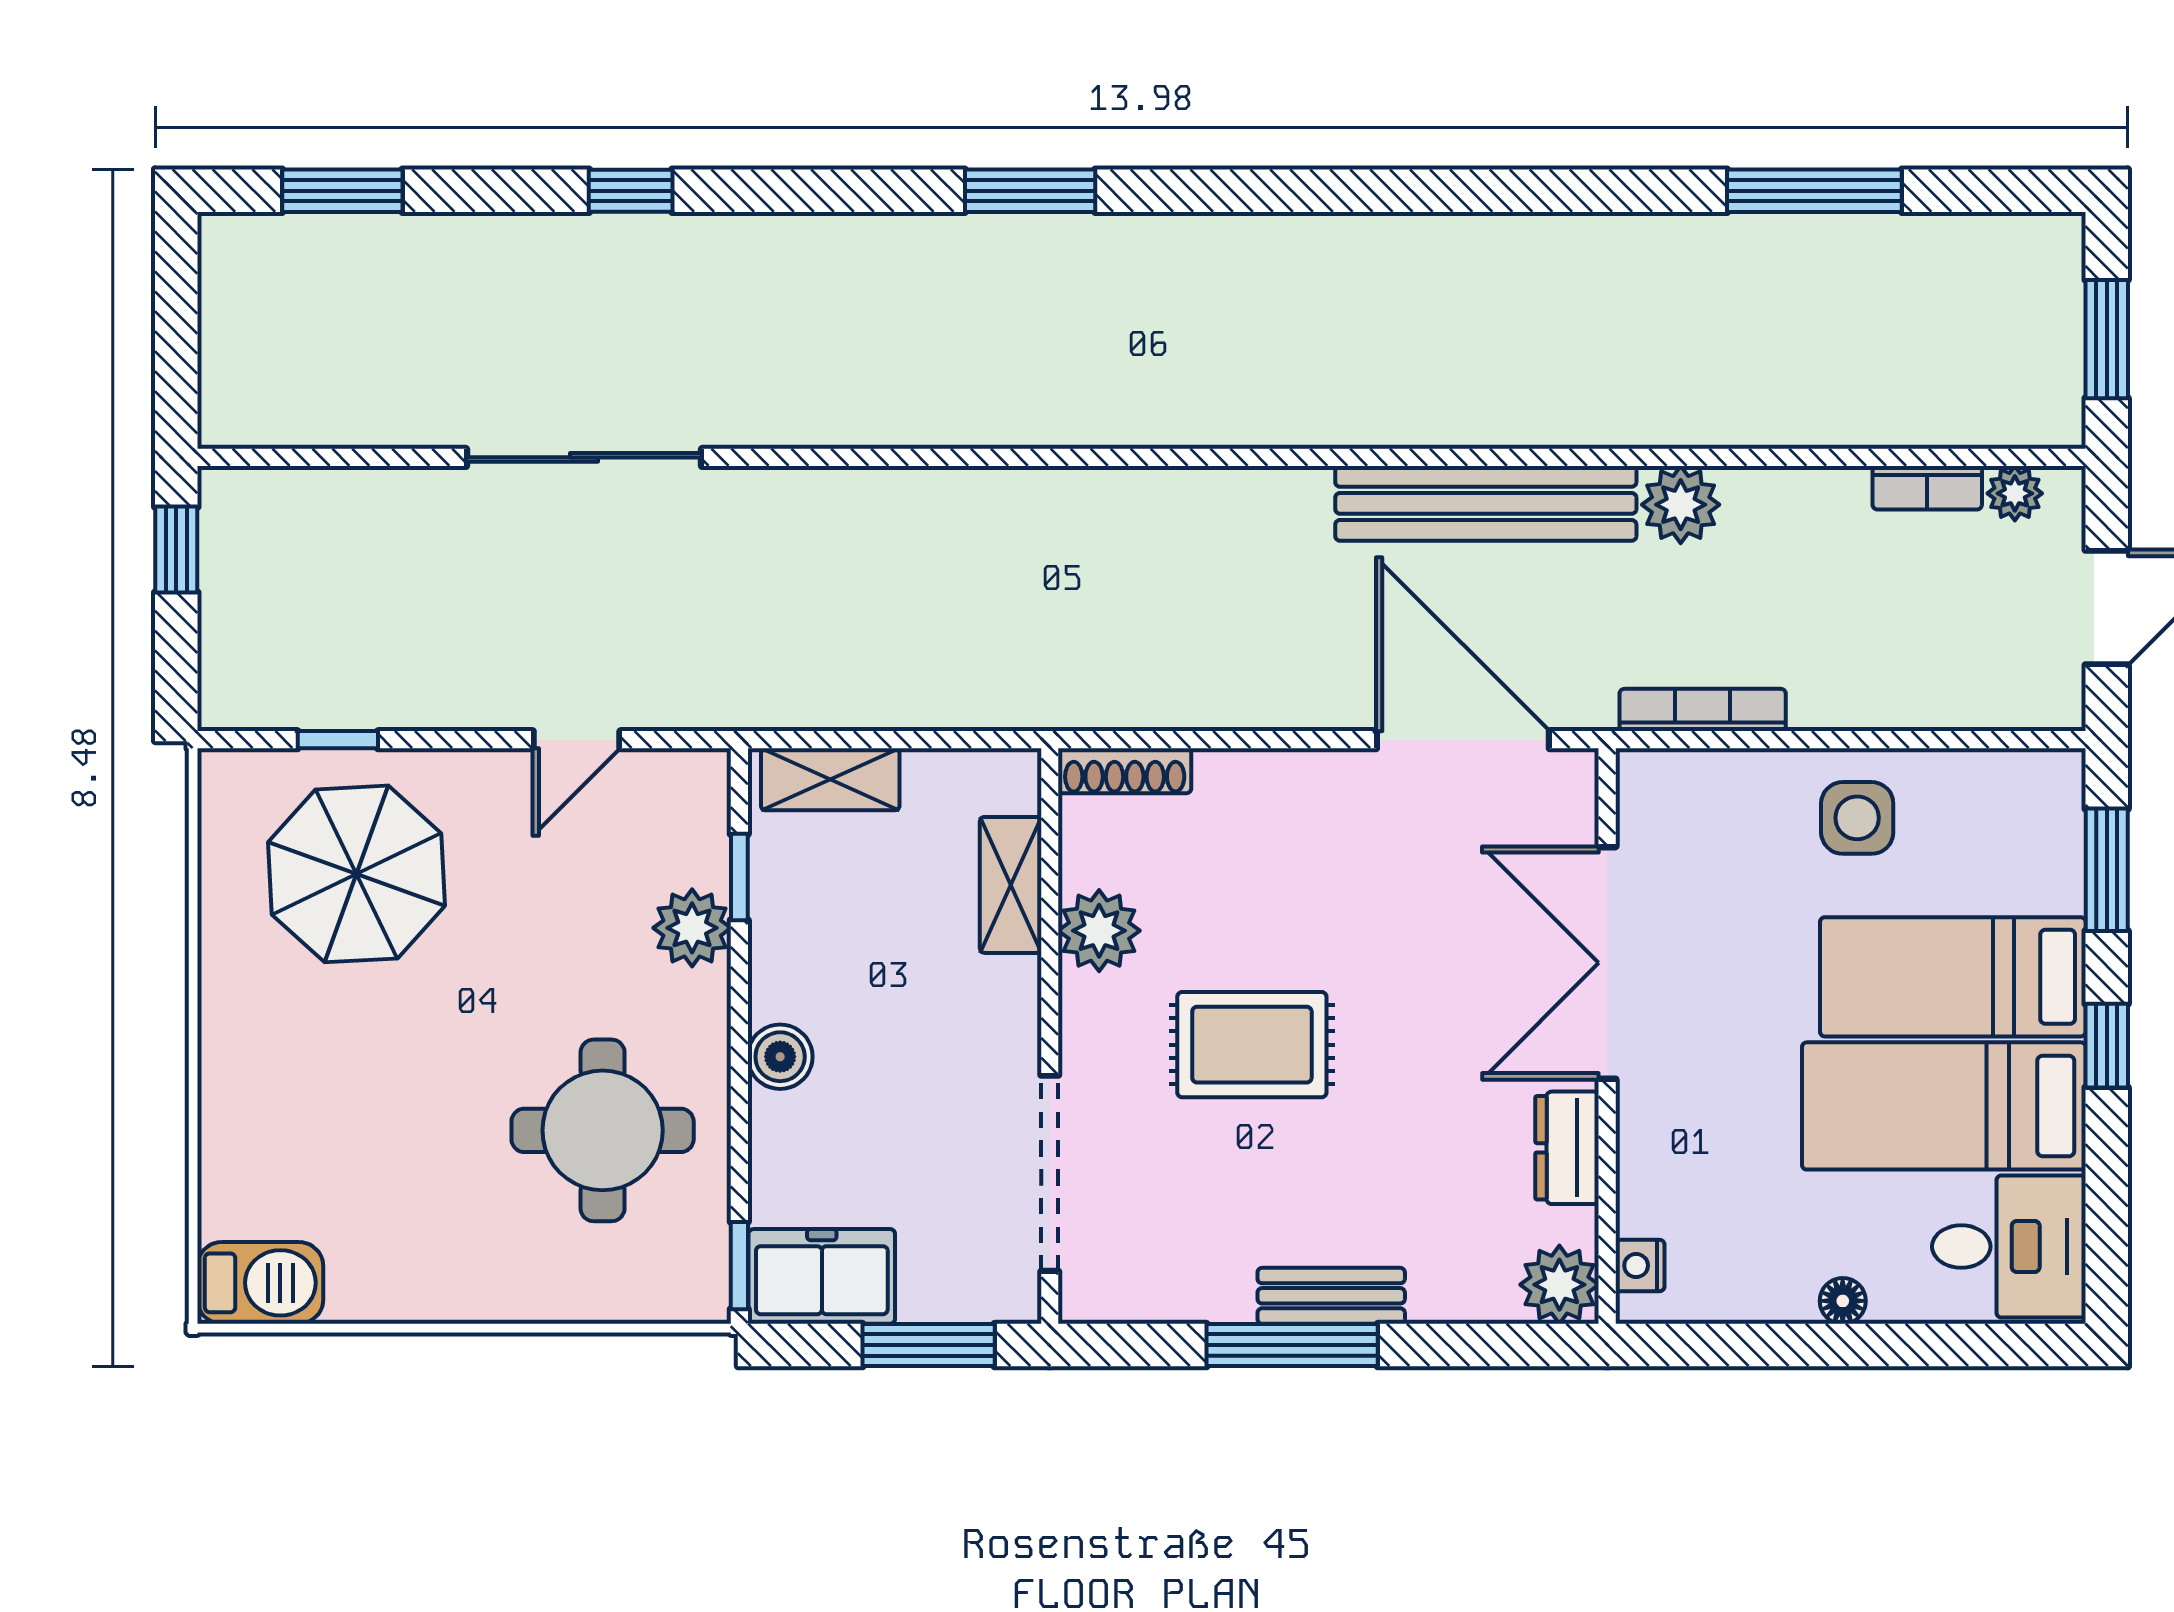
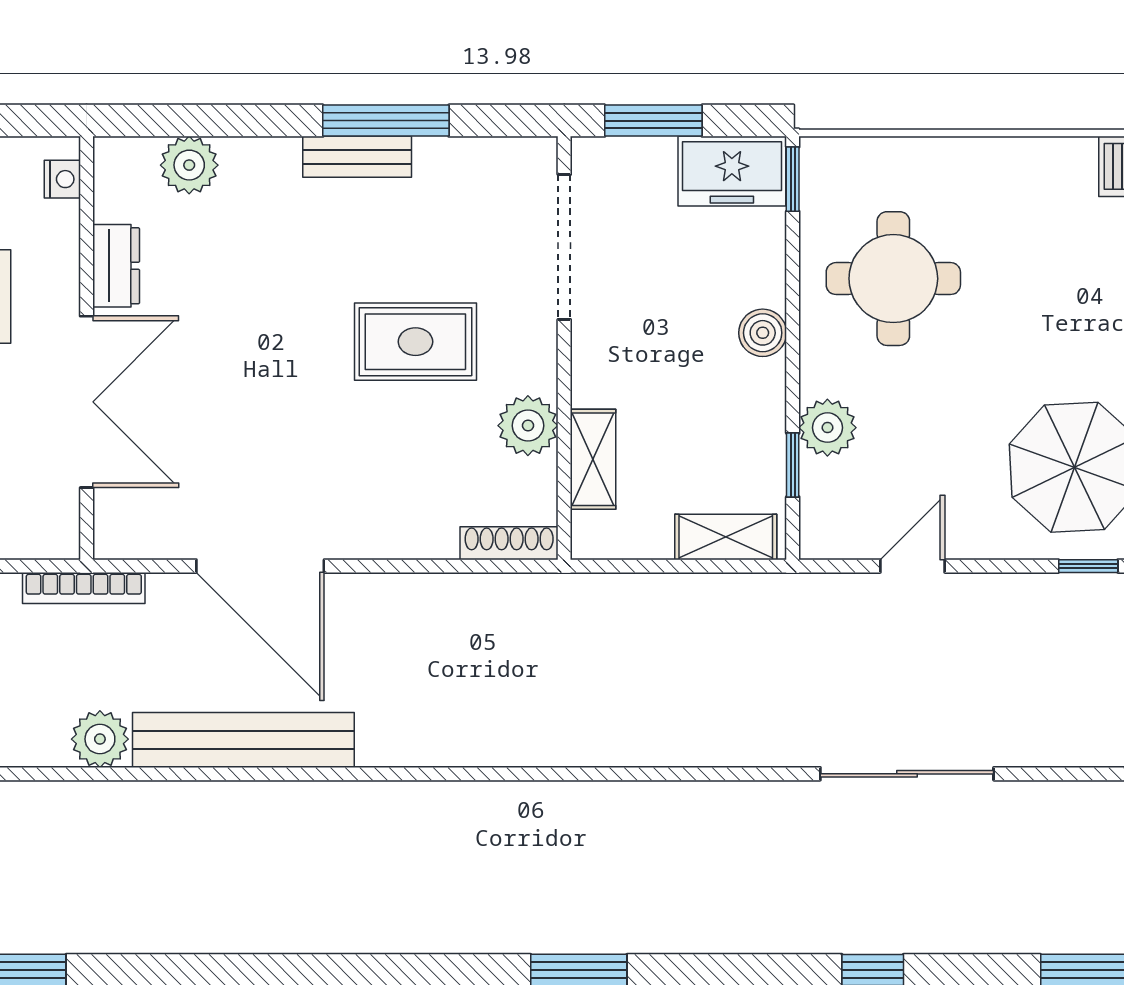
double door: (1607, 963) -> (87, 402), moved
wall: (1607, 1036) -> (87, 348), moved
dresser: (1567, 1148) -> (116, 266), moved
nightstand: (1640, 1266) -> (62, 179), moved

